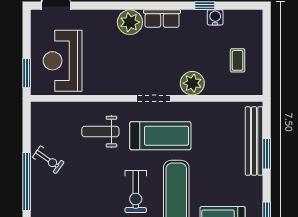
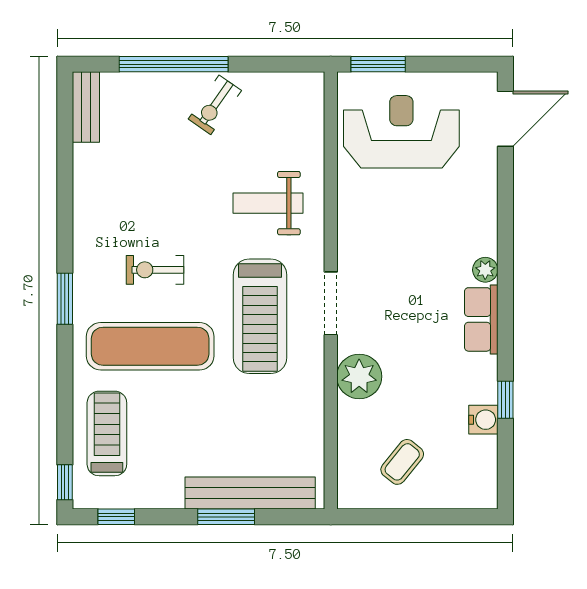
plant: (130, 22) -> (485, 270), width x0.53, depth x0.53
coffee table: (238, 60) -> (402, 462), turned -51
weight bench: (100, 132) -> (268, 203), turned -90
exercise bike: (136, 191) -> (155, 270), width x0.73, depth x0.72

